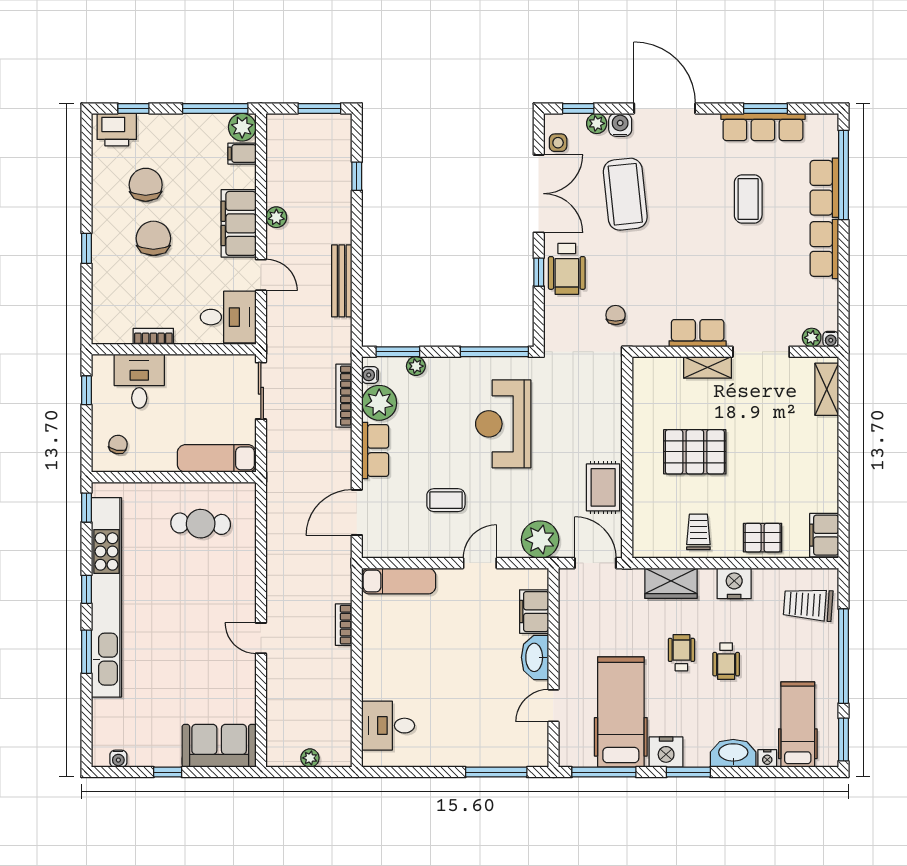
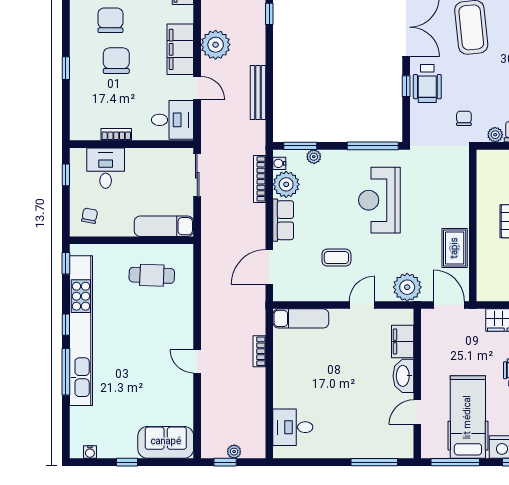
plant: (276, 217) -> (216, 45), width x1.87, depth x1.87
plant: (657, 337) -> (495, 135), added
window: (86, 652) -> (66, 372), width x1.44
window: (298, 772) -> (225, 462), added

